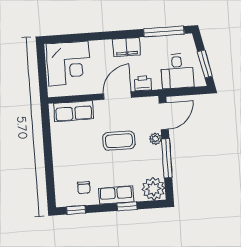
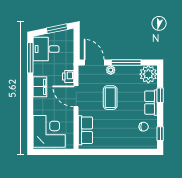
desk: (177, 71) -> (46, 49), moved, turned 180

